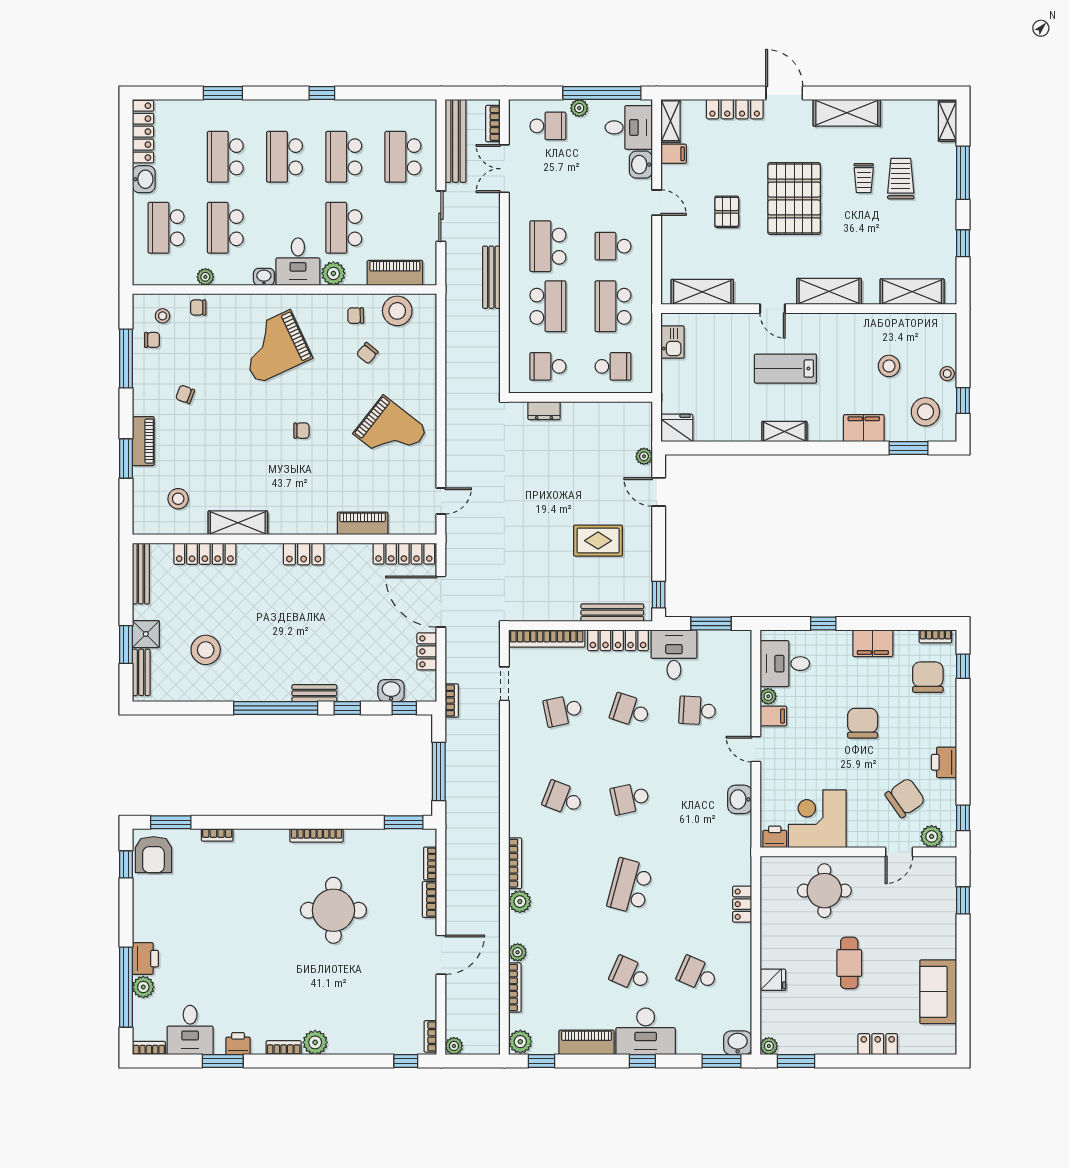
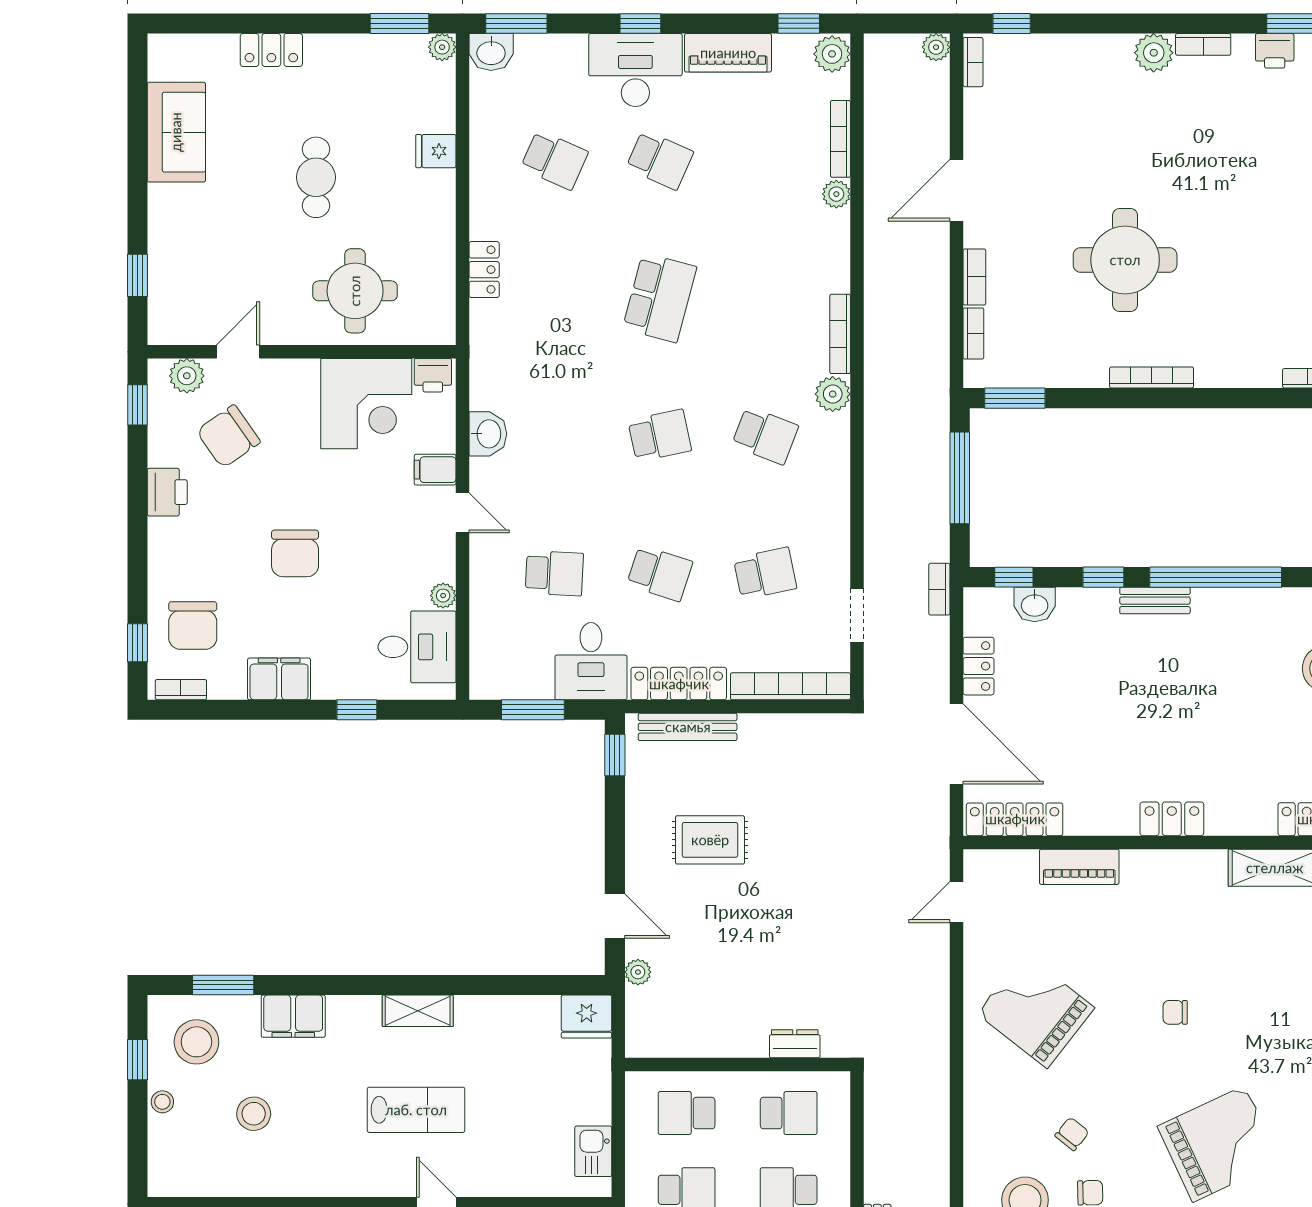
filing cabinet: (773, 716) -> (435, 470), moved
plant: (520, 902) -> (833, 394), moved

